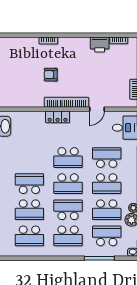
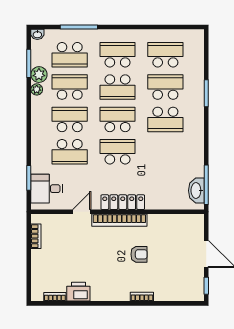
locker: (58, 117) -> (123, 202), width x1.53

